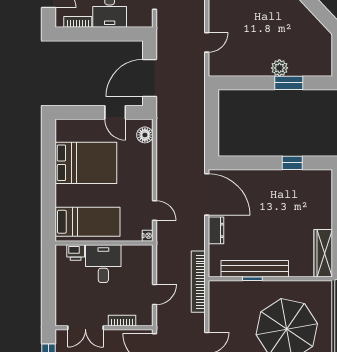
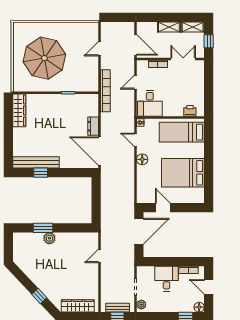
floor lamp: (145, 135) -> (142, 159), moved
desk: (103, 264) -> (150, 103), moved
bench: (255, 269) -> (36, 162), moved

